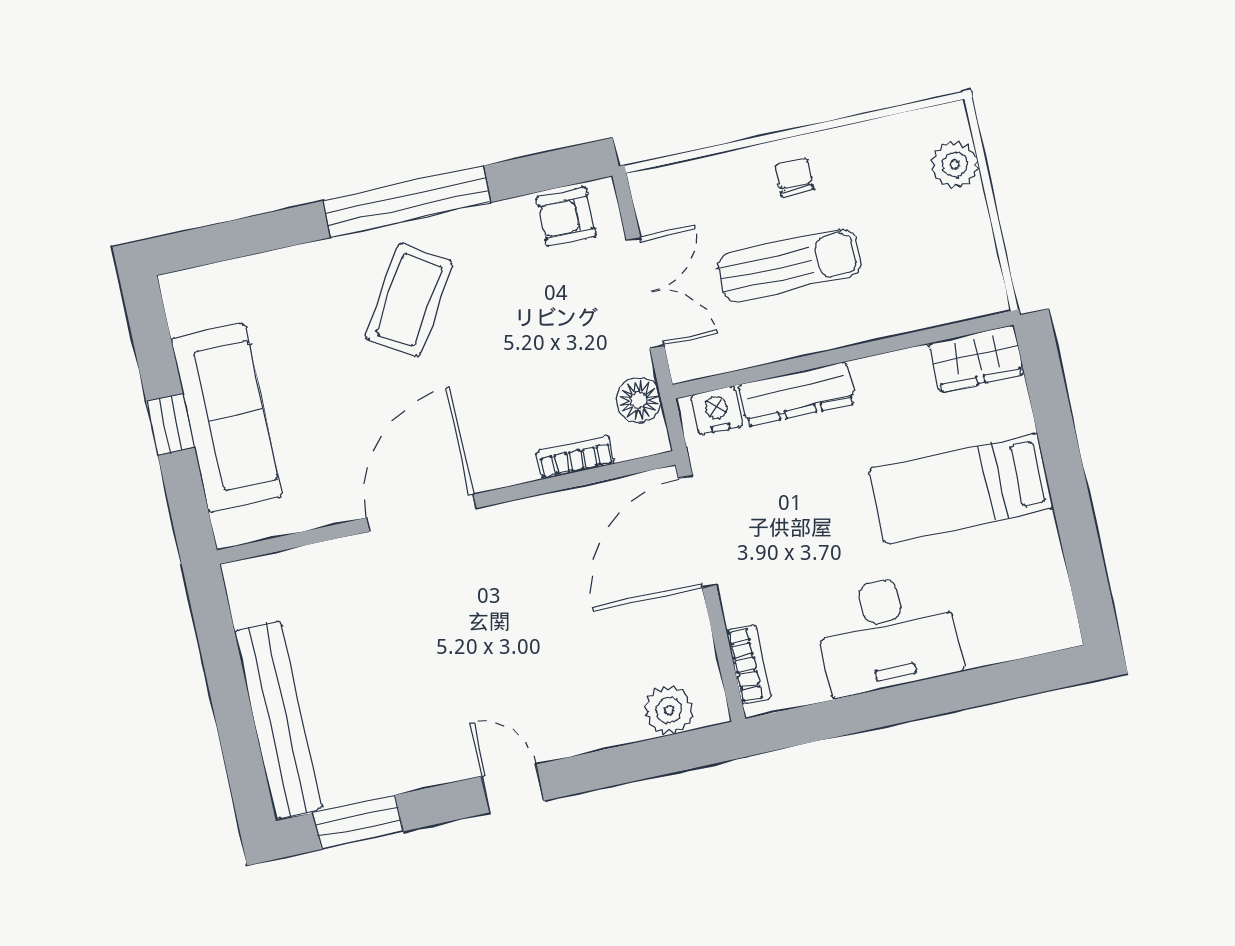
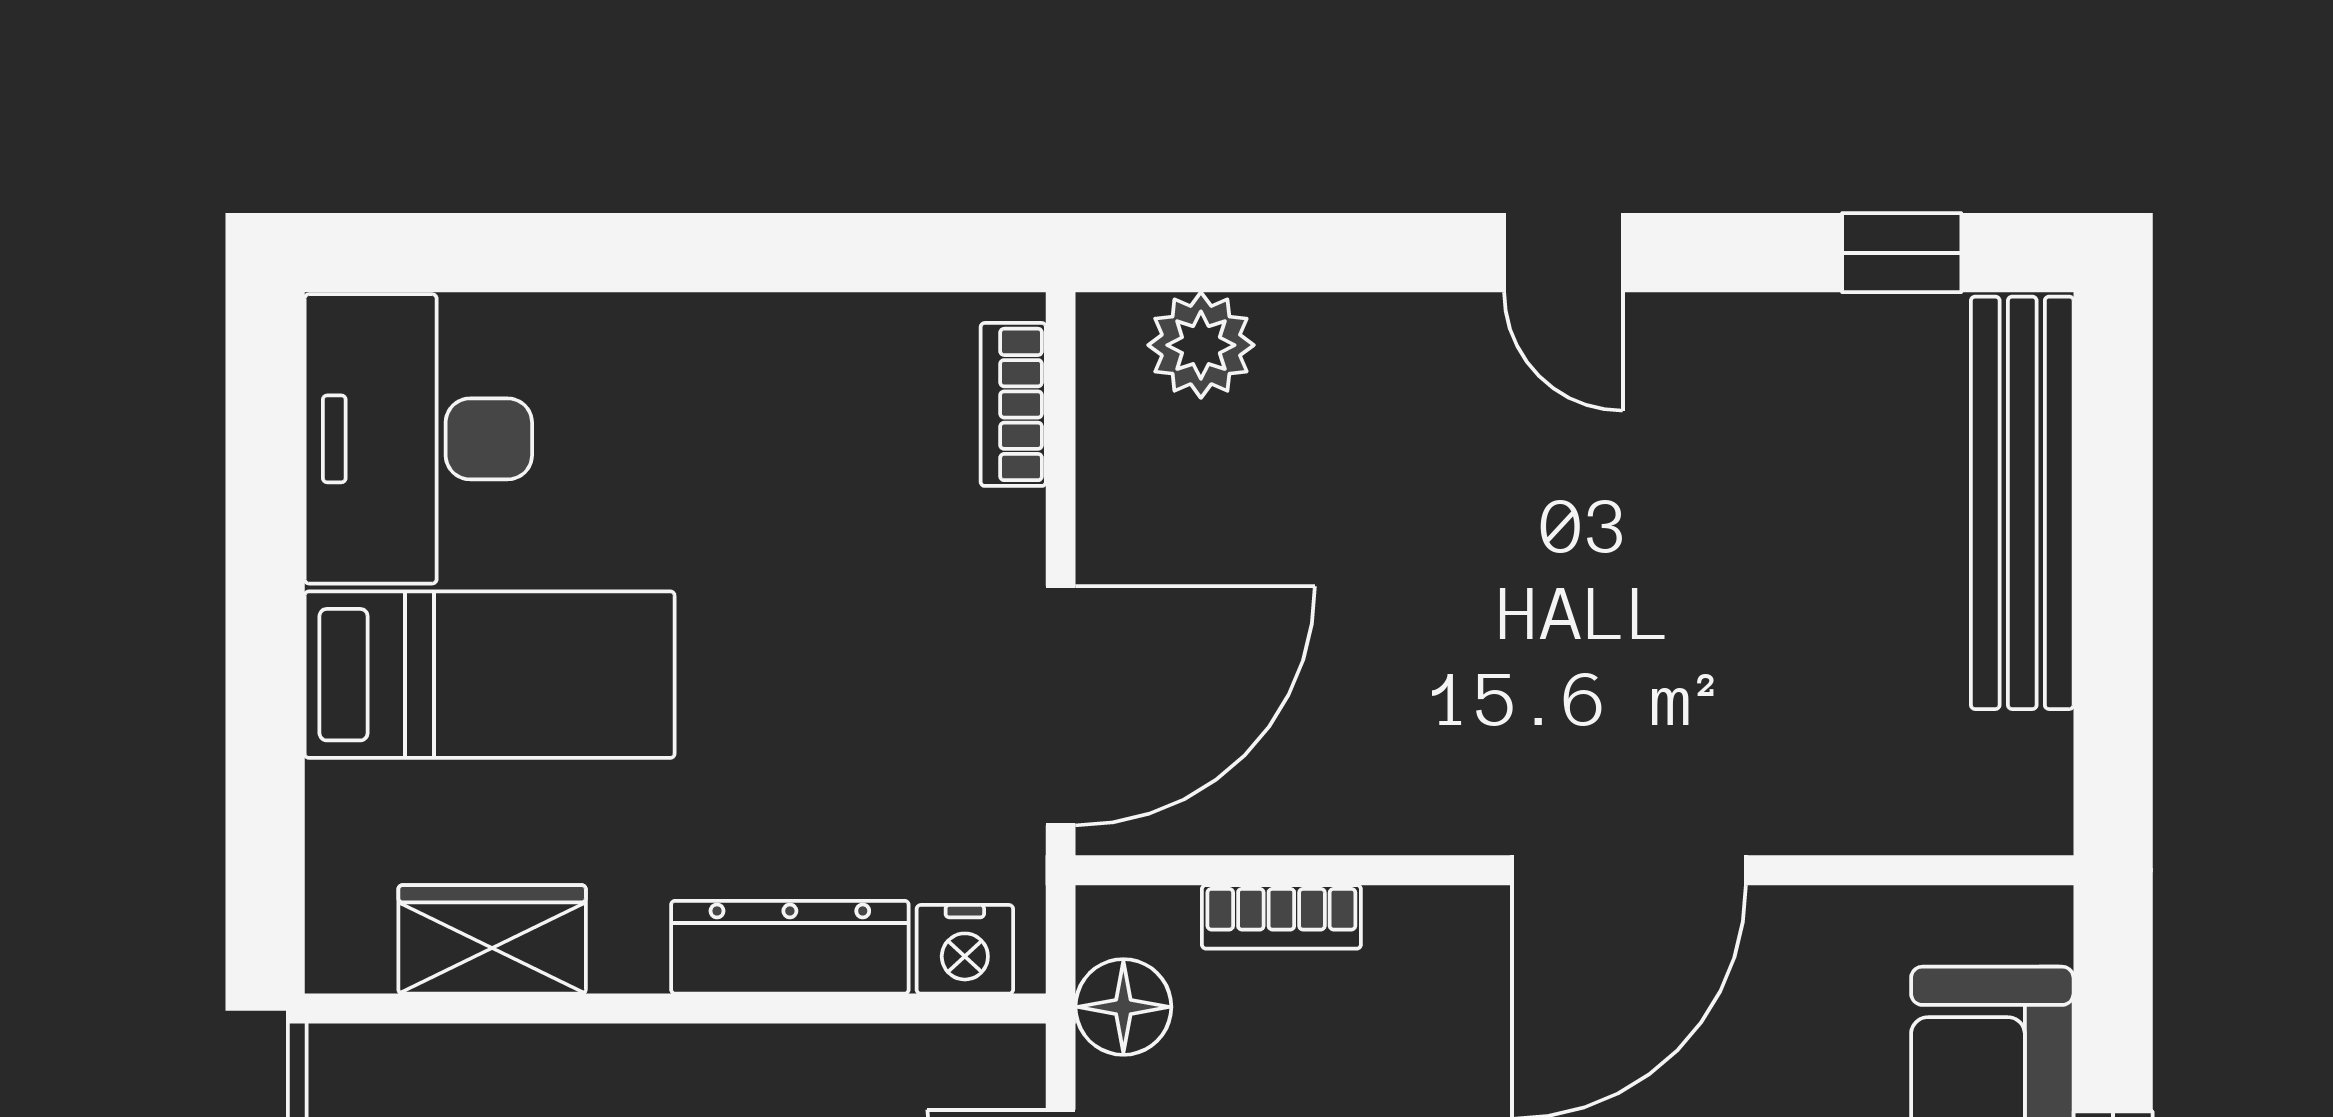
wardrobe: (976, 359) -> (492, 939), moved
desk: (887, 634) -> (418, 439), moved, turned -90
window: (358, 822) -> (1902, 253), width x0.67

